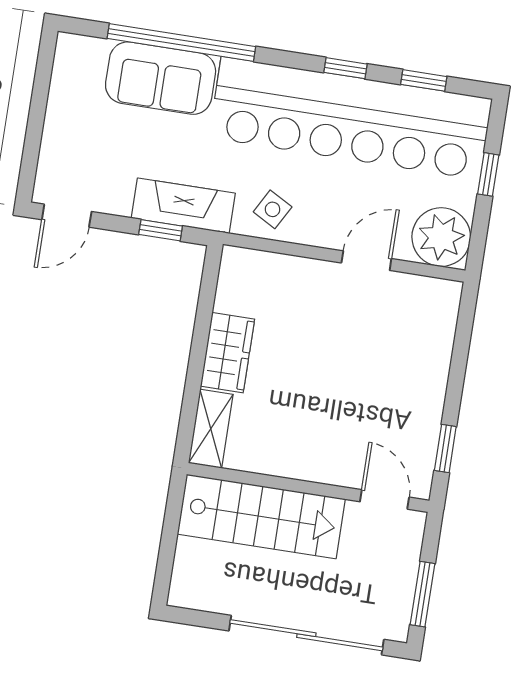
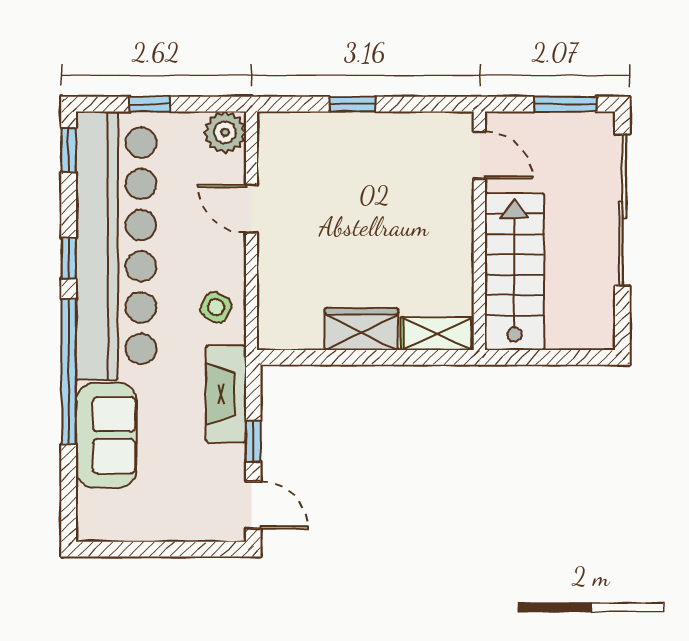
window: (181, 43) -> (69, 372), moved
window: (424, 80) -> (69, 150), moved
window: (161, 230) -> (253, 441), moved
plant: (441, 237) -> (225, 132), width x0.73, depth x0.73
window: (445, 448) -> (353, 104), moved
door: (385, 499) -> (479, 155), swing flipped

